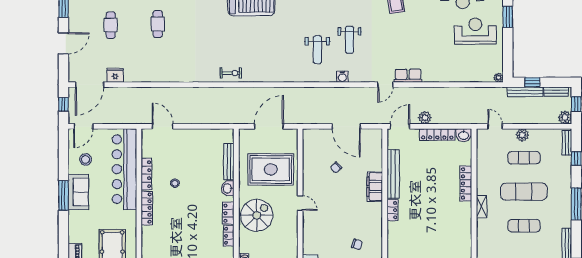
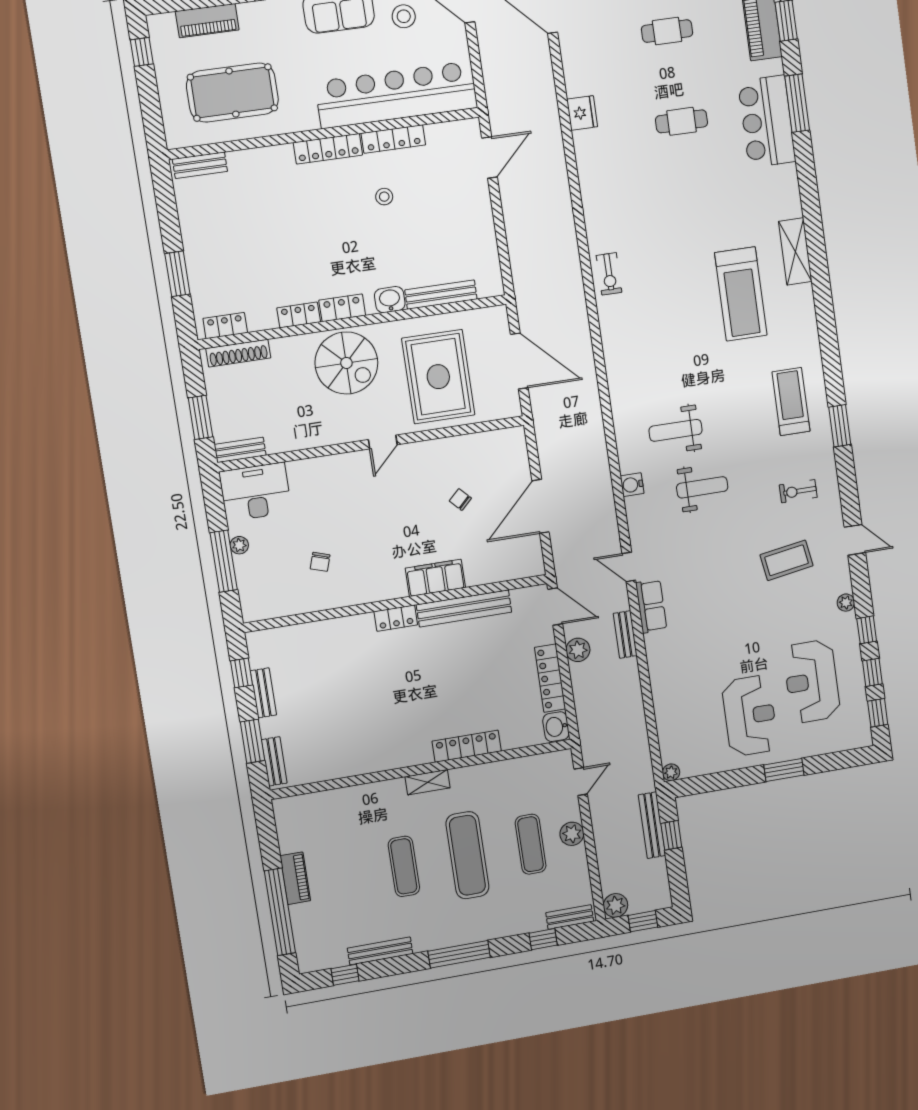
weight bench: (350, 40) -> (702, 487), turned 180
fridge: (115, 75) -> (582, 113), moved
bench: (556, 92) -> (625, 634), moved

